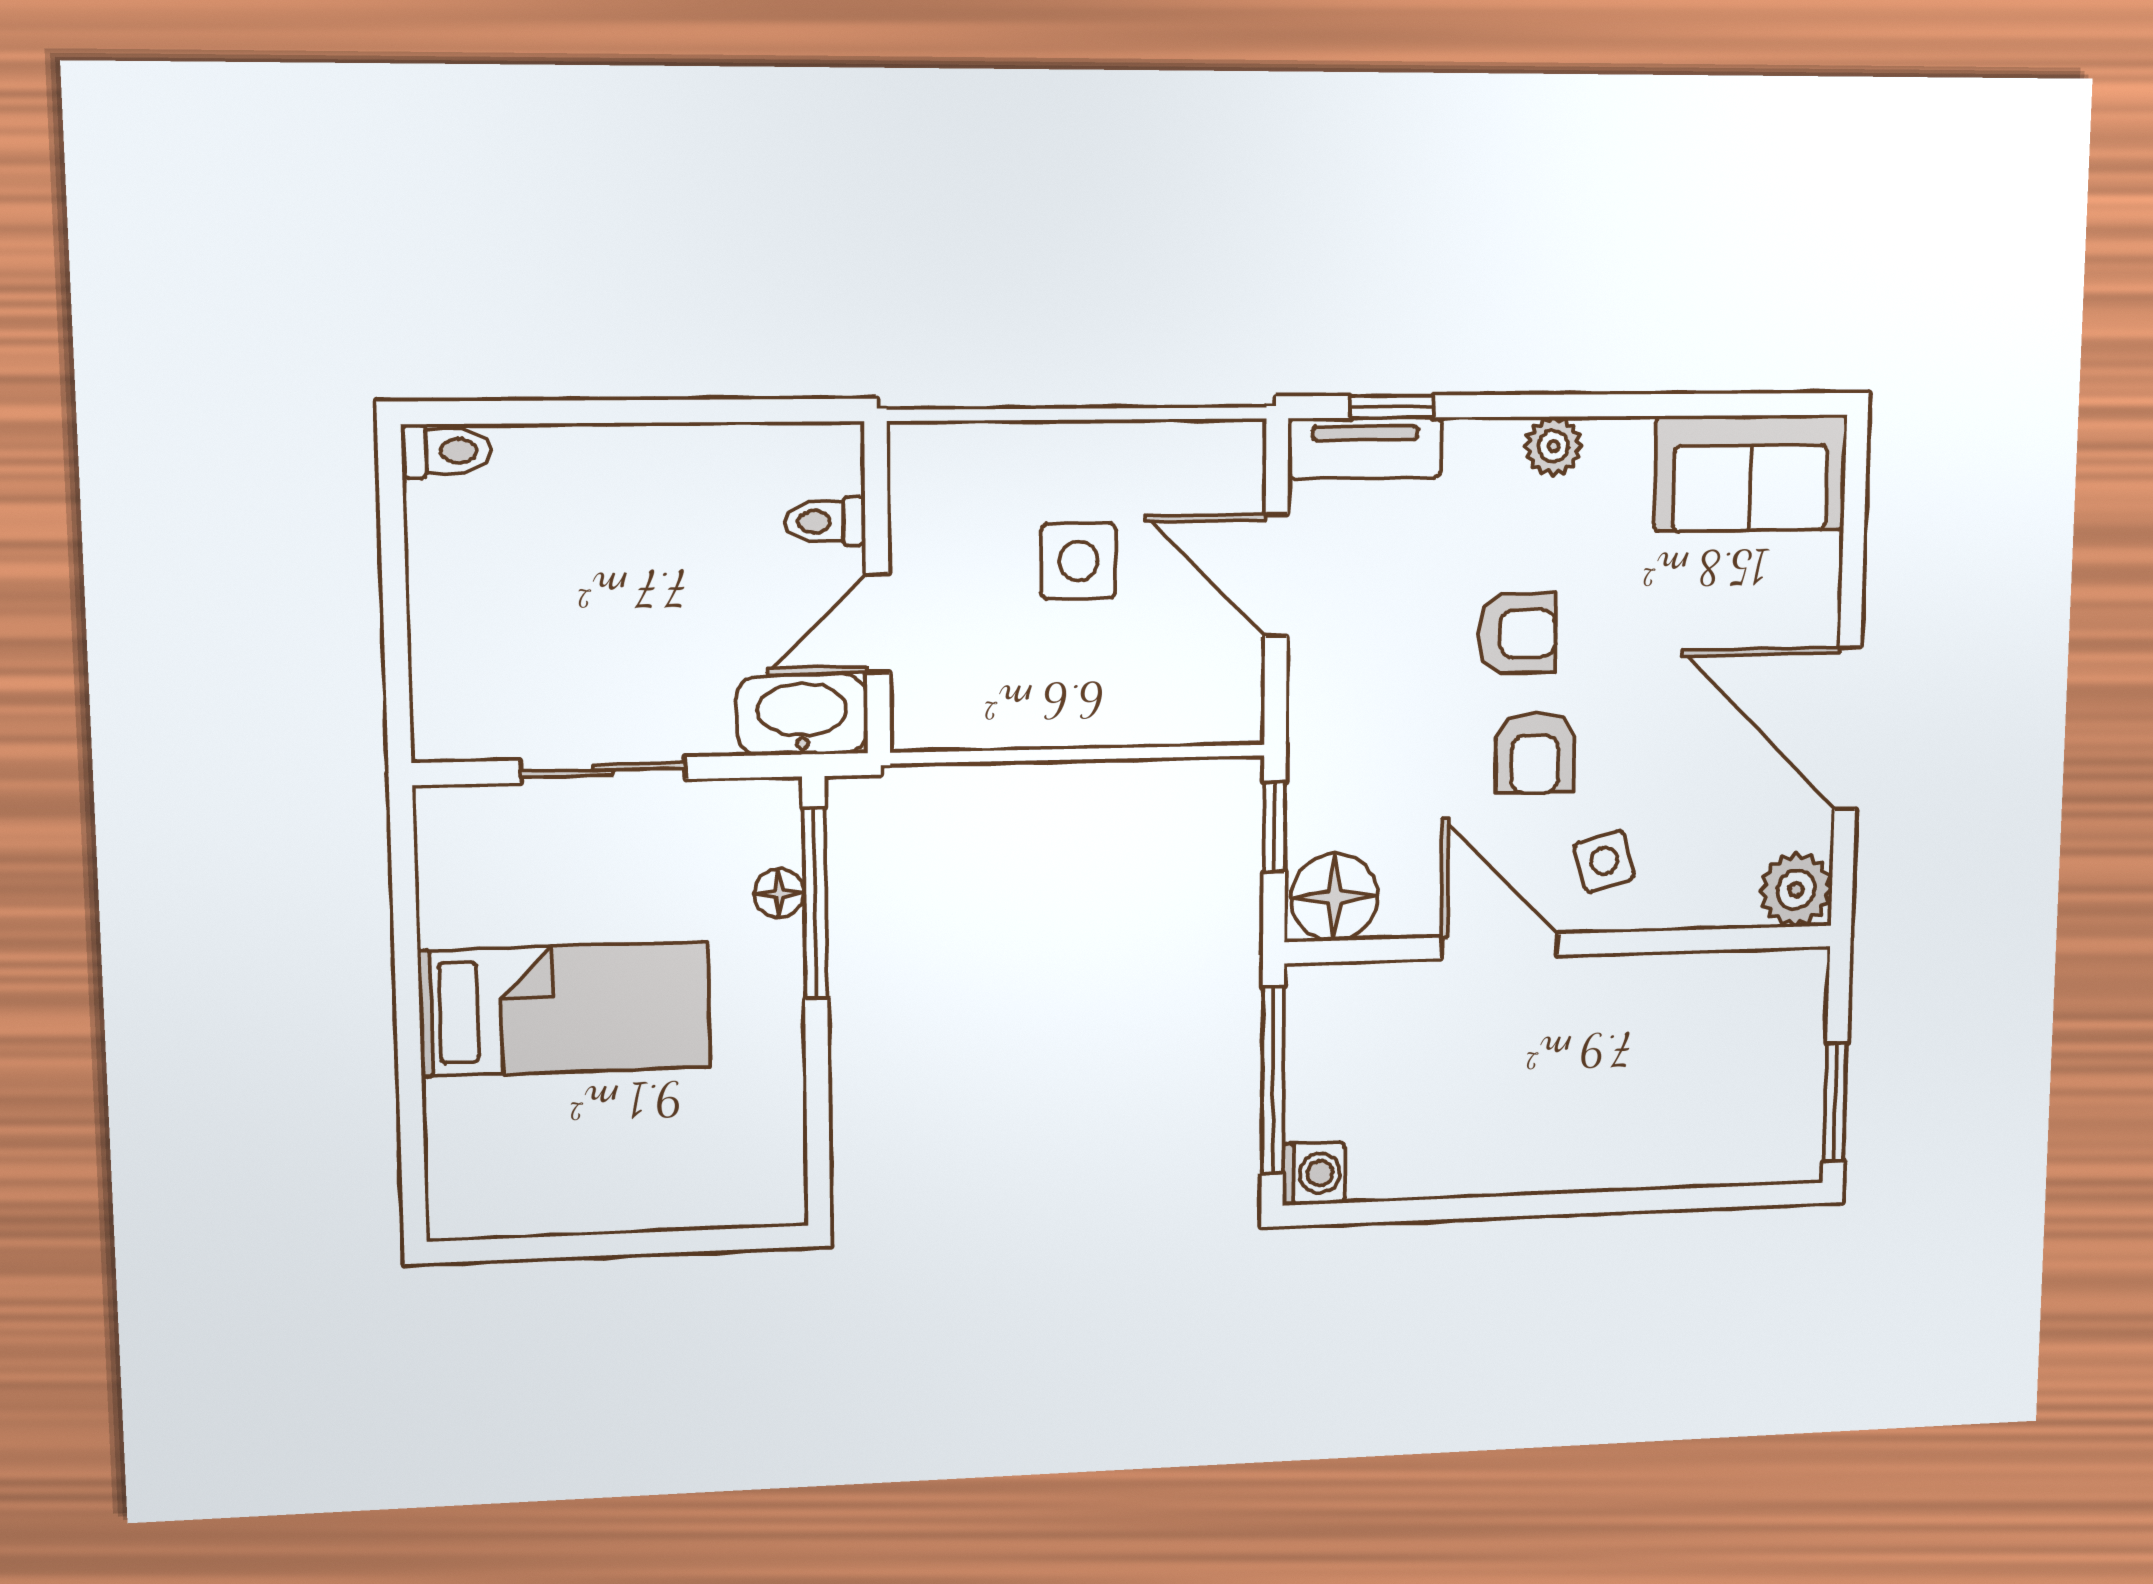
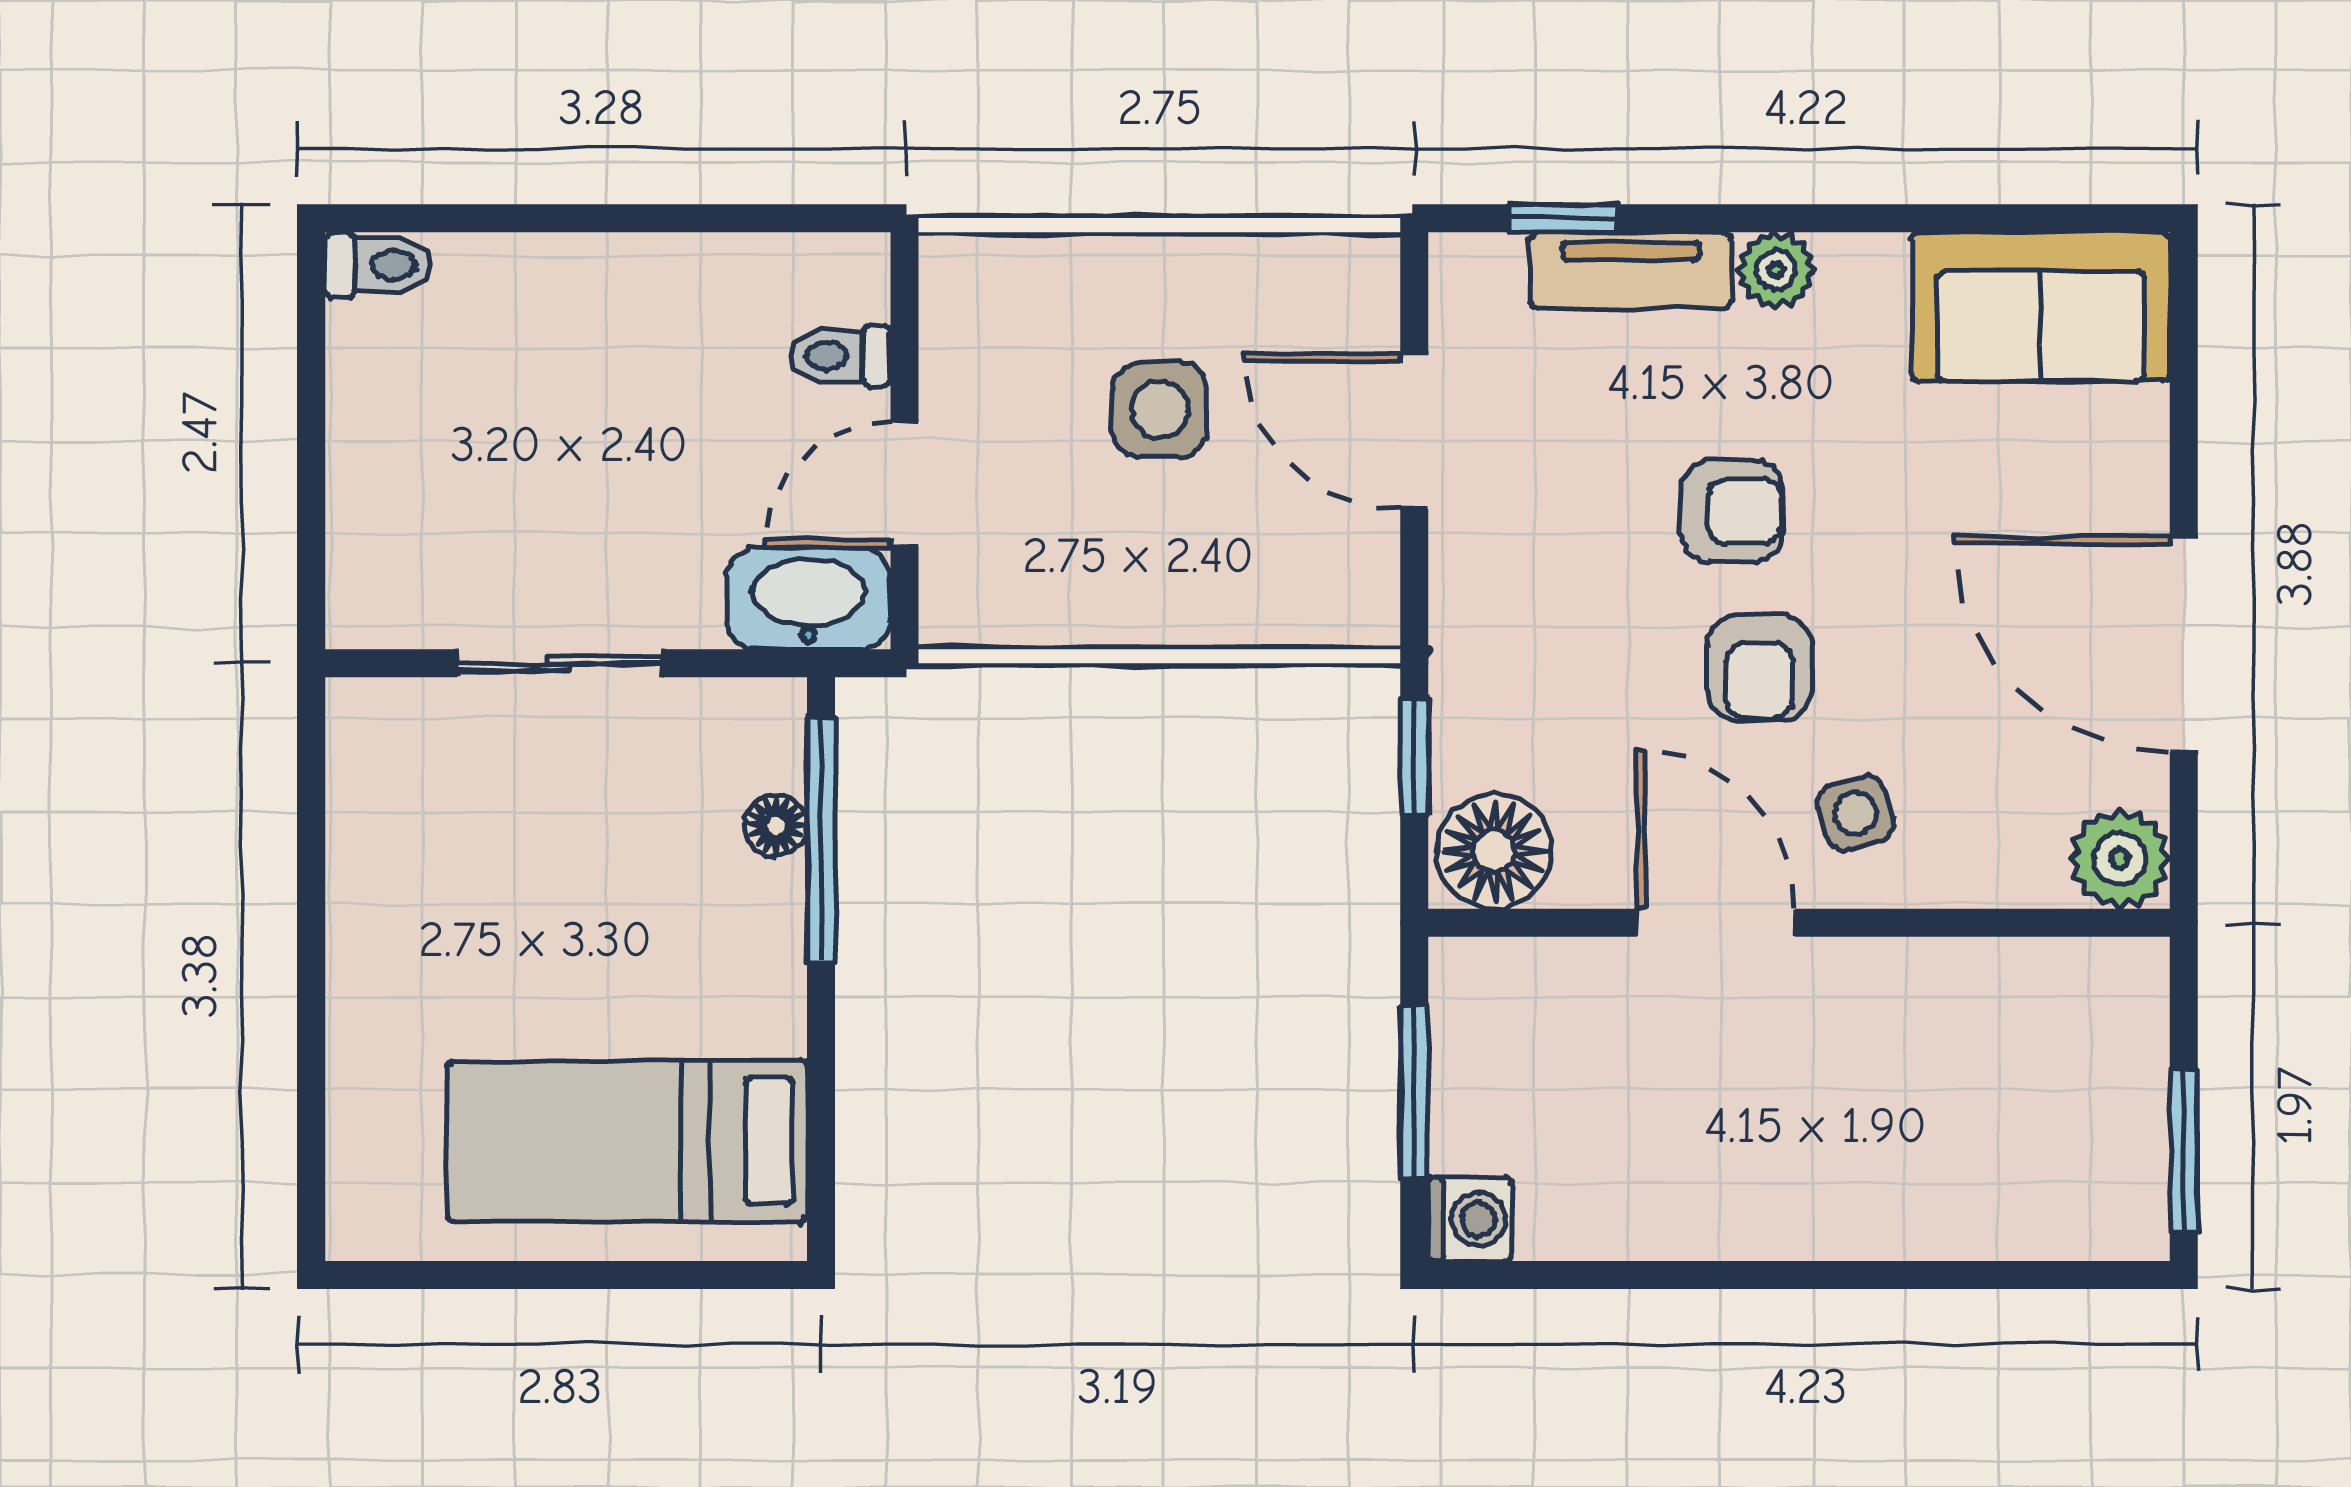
tv unit: (1365, 448) -> (1631, 270), moved
bed: (565, 1009) -> (627, 1141), moved, turned 180
window: (1273, 1081) -> (1414, 1092), width x0.69

